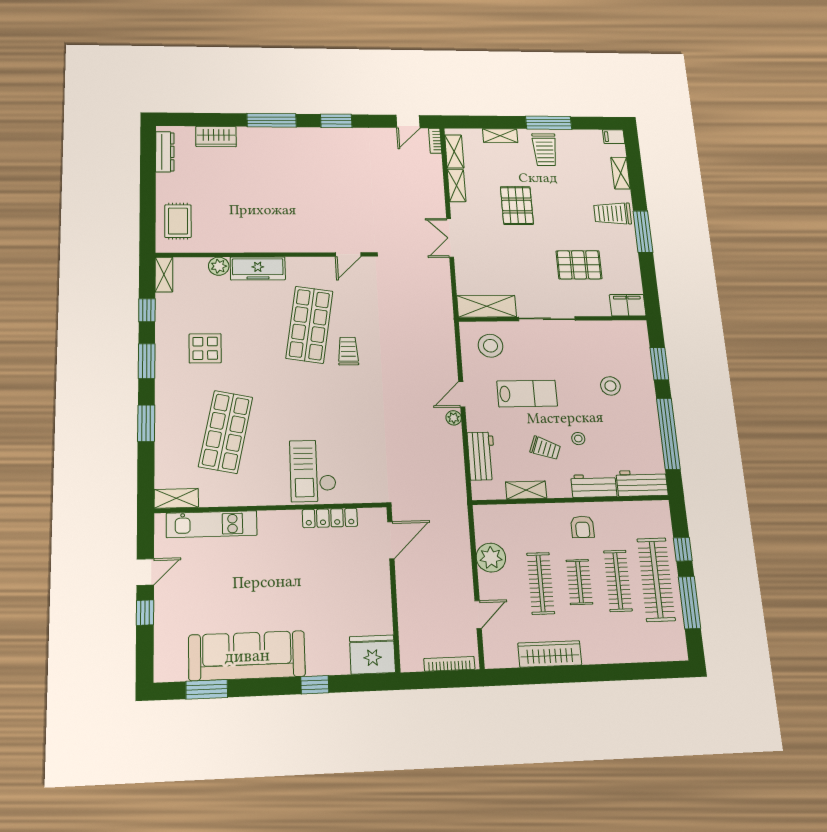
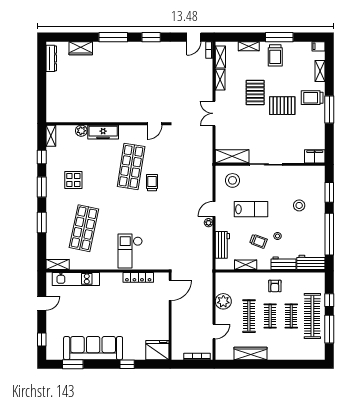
rug: (178, 221) -> (59, 103), removed
pallet: (579, 265) -> (282, 106), moved
clothes rail: (618, 581) -> (291, 316), width x0.73
window: (145, 613) -> (42, 339), moved

